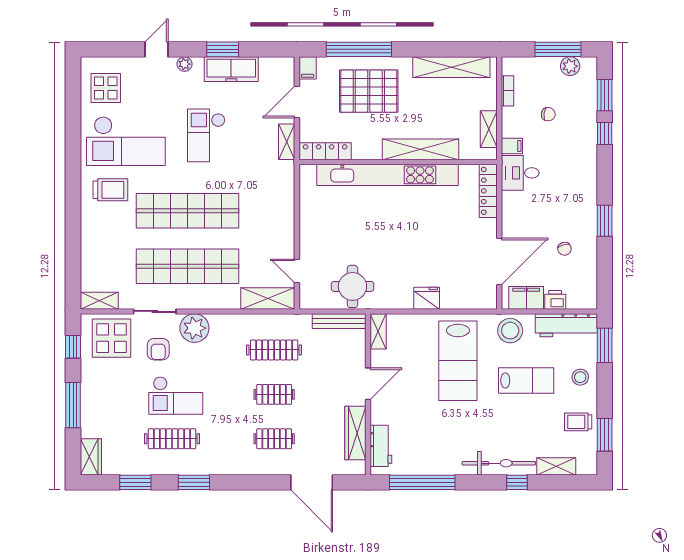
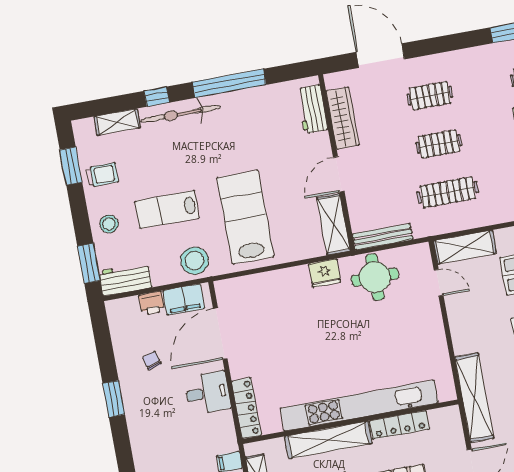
shelving: (287, 142) -> (474, 398), width x2.20, depth x1.33
locker: (325, 151) -> (400, 425), moved
desk: (520, 173) -> (208, 393), moved
fridge: (427, 298) -> (325, 273), moved
workbench: (566, 325) -> (125, 279), width x0.73
shelving: (378, 331) -> (333, 224), width x1.50, depth x1.33
window: (422, 482) -> (229, 83), moved

